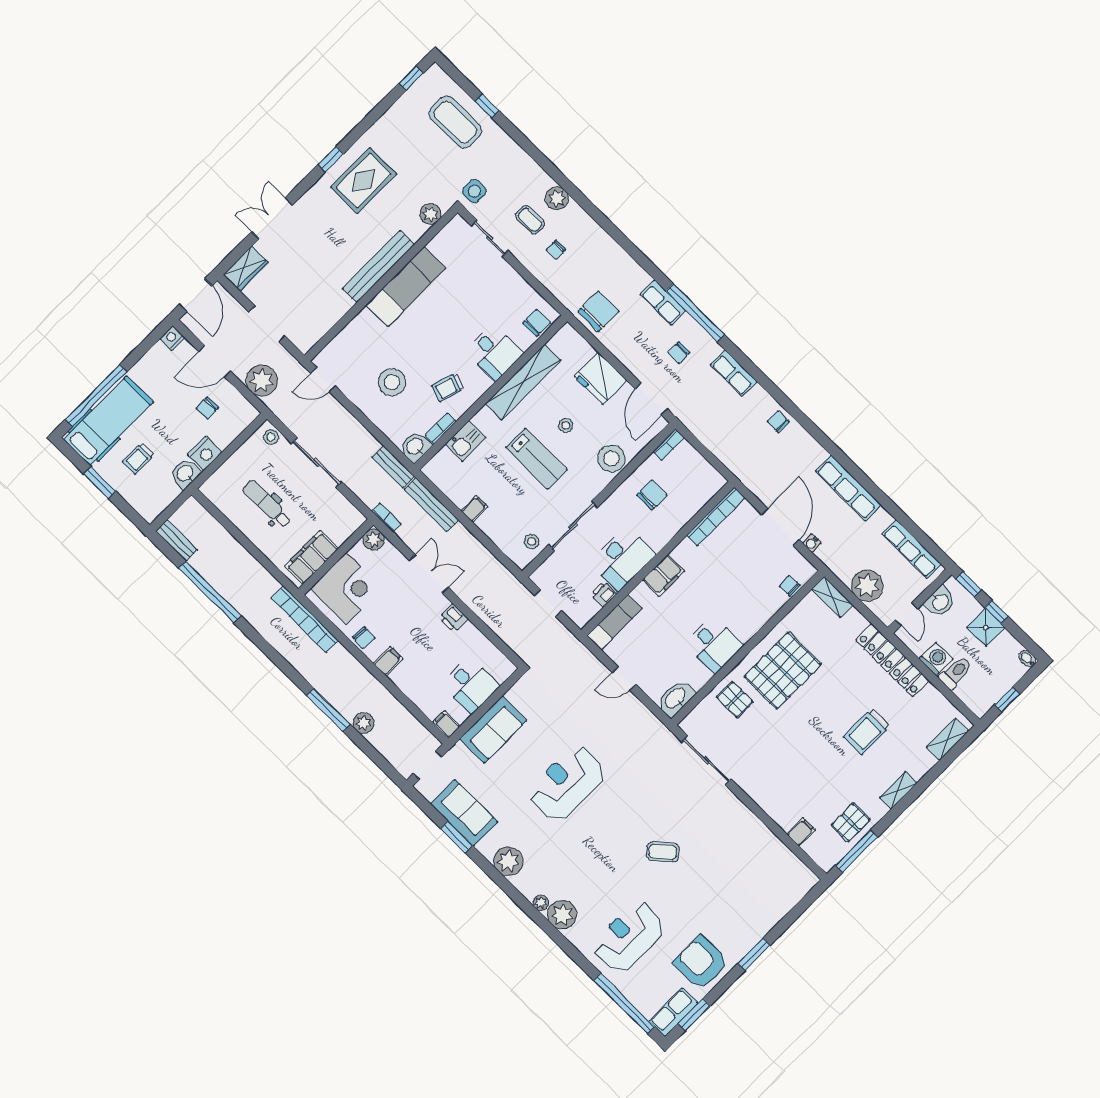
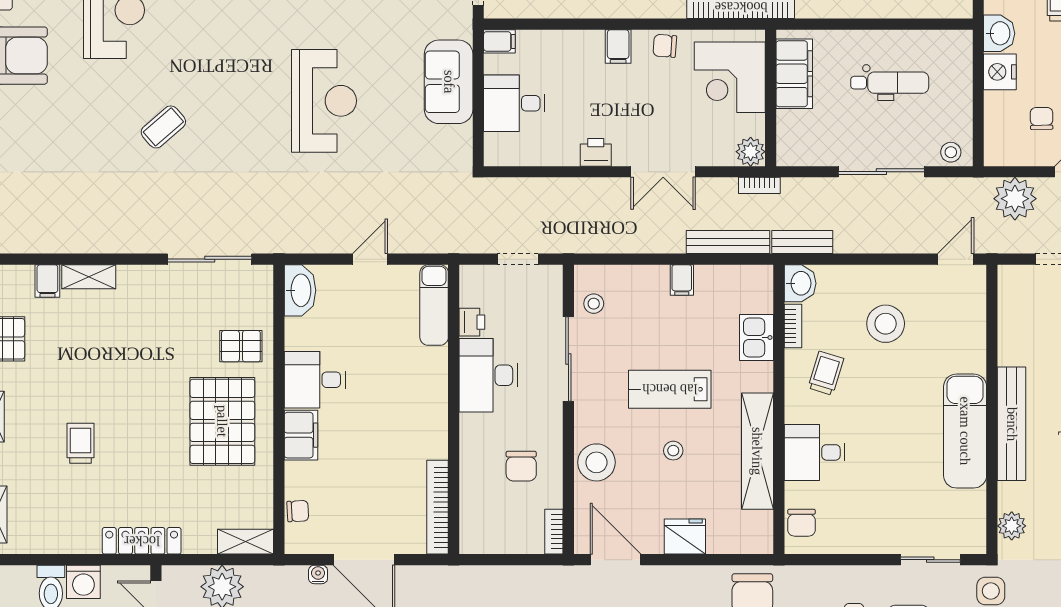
fridge: (601, 378) -> (685, 537), width x0.73, depth x0.75
filing cabinet: (664, 575) -> (301, 435), moved, turned 180
locker: (892, 660) -> (142, 541), width x0.71, depth x0.83
trolley: (867, 732) -> (80, 443), width x0.73, depth x0.72
shelving: (778, 813) -> (89, 277), added

